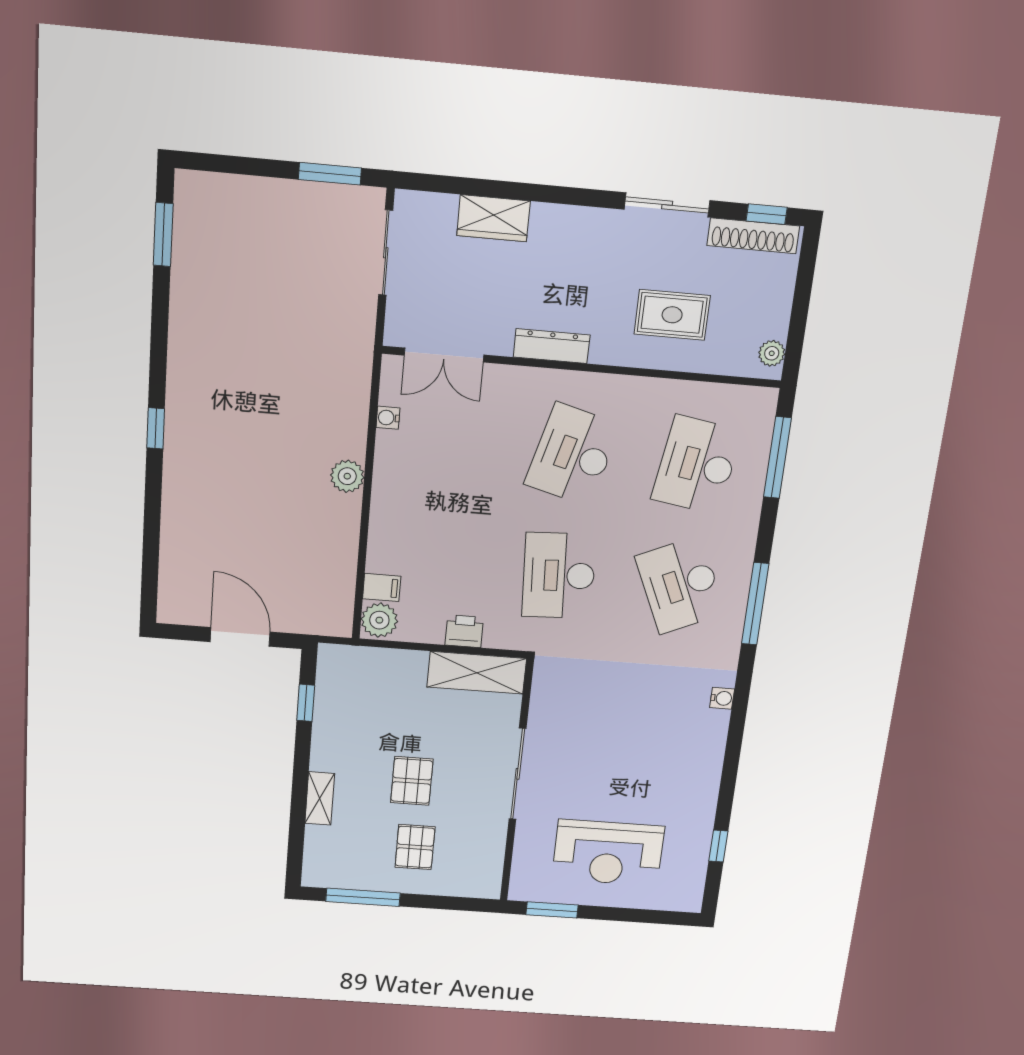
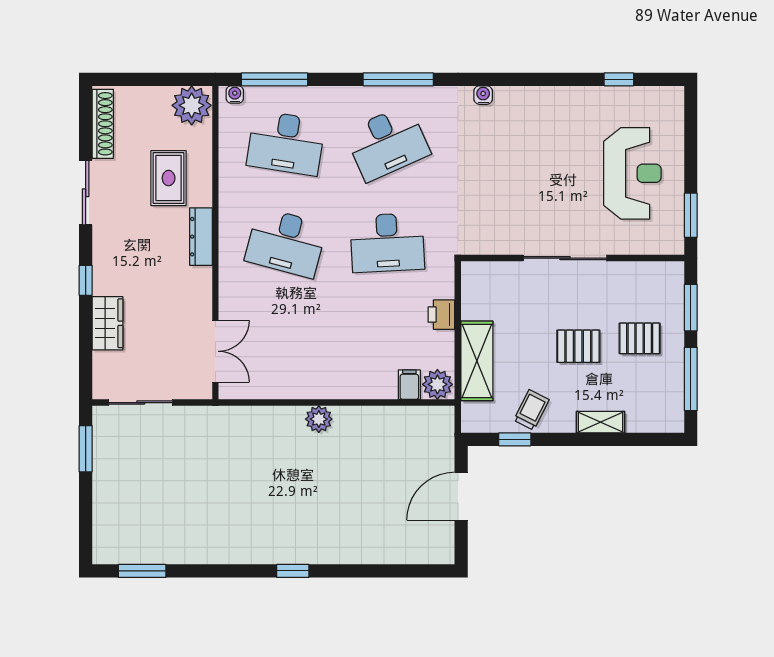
window: (767, 214) -> (86, 280), moved
dresser: (552, 346) -> (201, 237), moved
plant: (772, 353) -> (192, 105), width x1.87, depth x1.87
water cooler: (388, 418) -> (235, 95), moved, turned 180
shelving: (477, 673) -> (477, 361), moved
trolley: (340, 724) -> (531, 410), added
window: (446, 903) -> (691, 308), added

